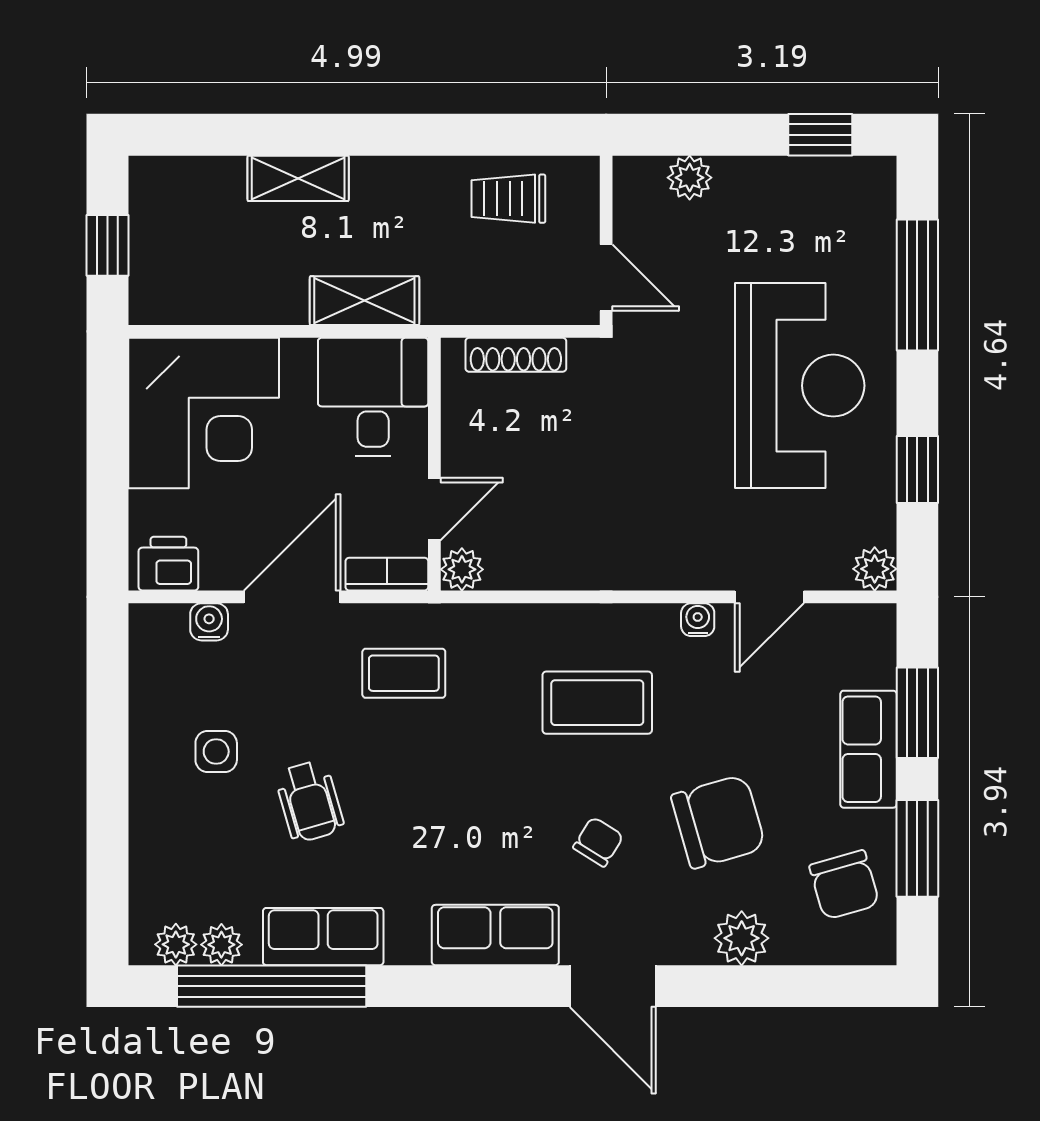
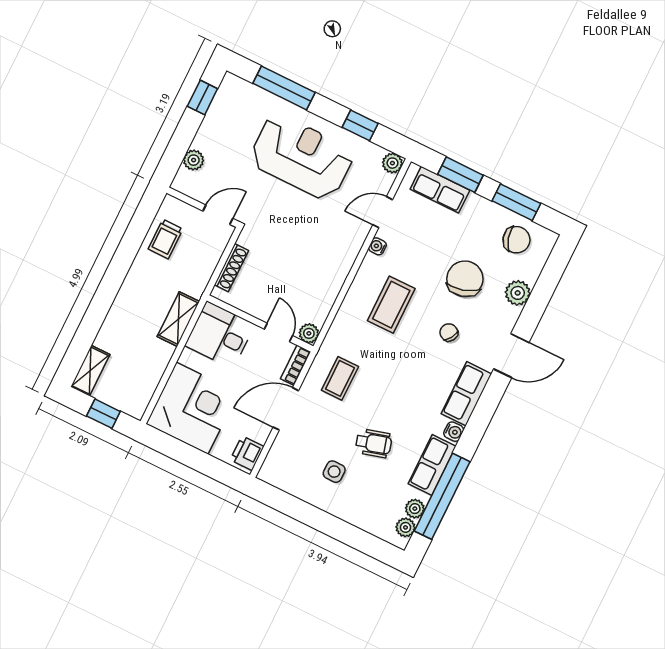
shelving: (298, 178) -> (90, 371), moved
door: (292, 597) -> (286, 409), hinge flipped
door: (769, 597) -> (383, 212), swing flipped
water cooler: (209, 622) -> (454, 432), moved, turned 180
row of seats: (868, 749) -> (440, 190), moved

